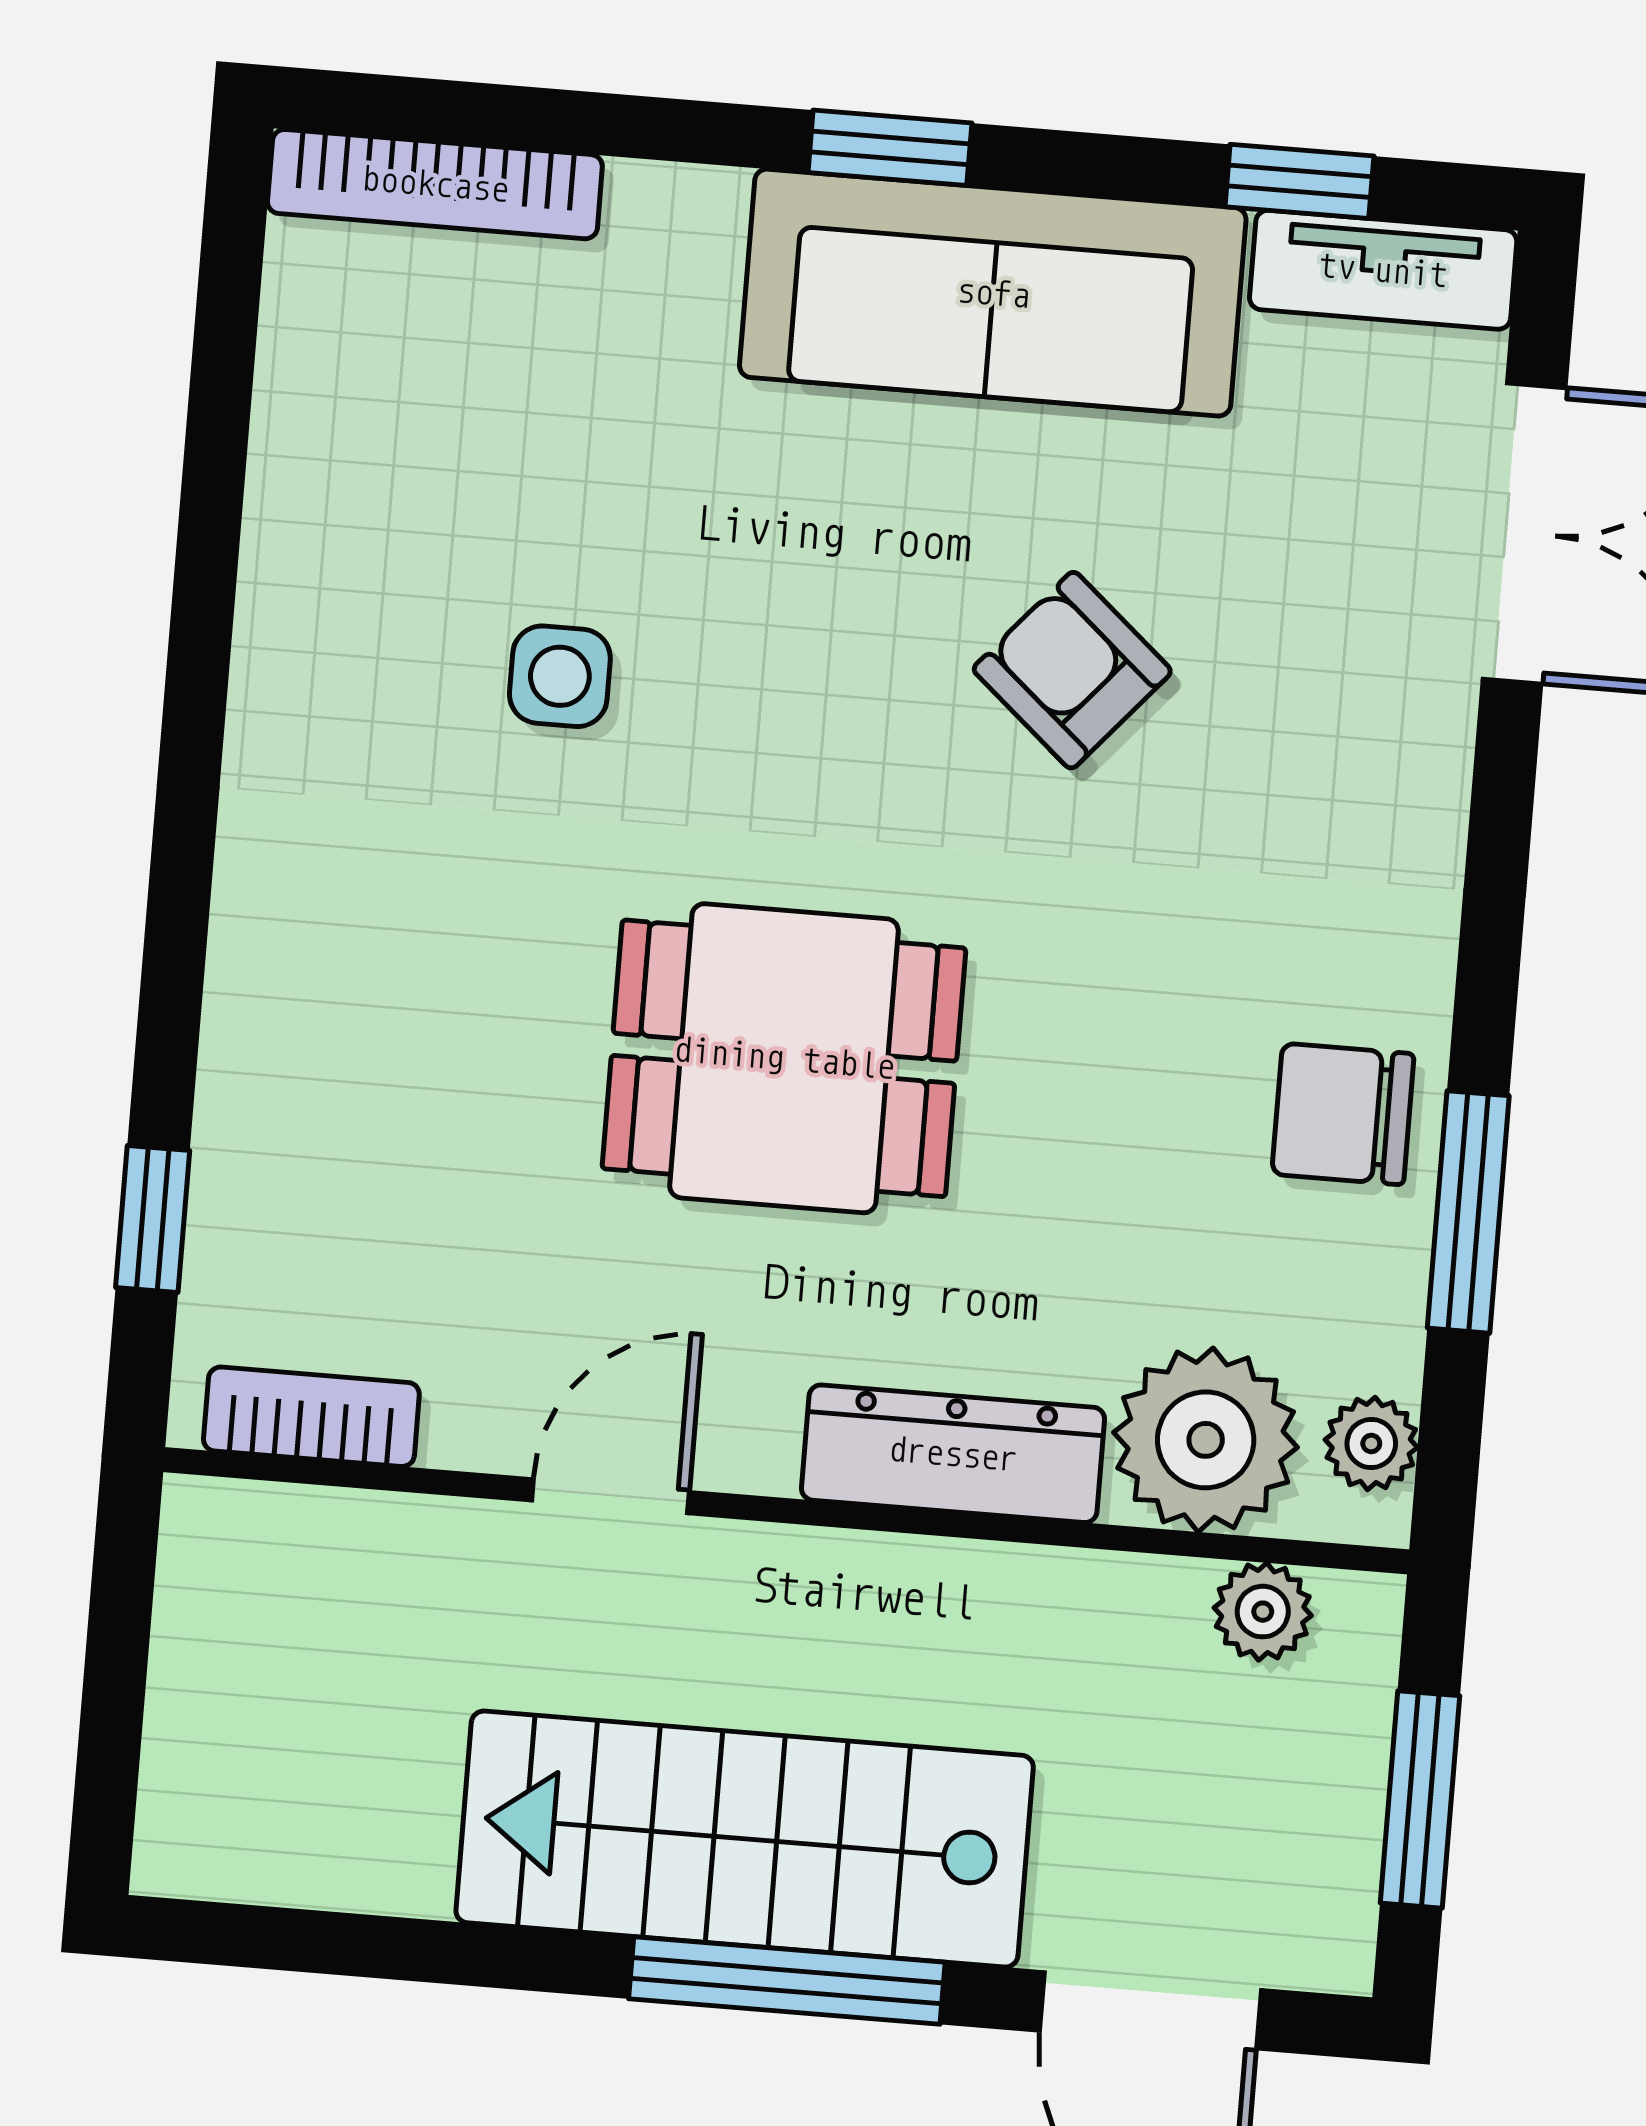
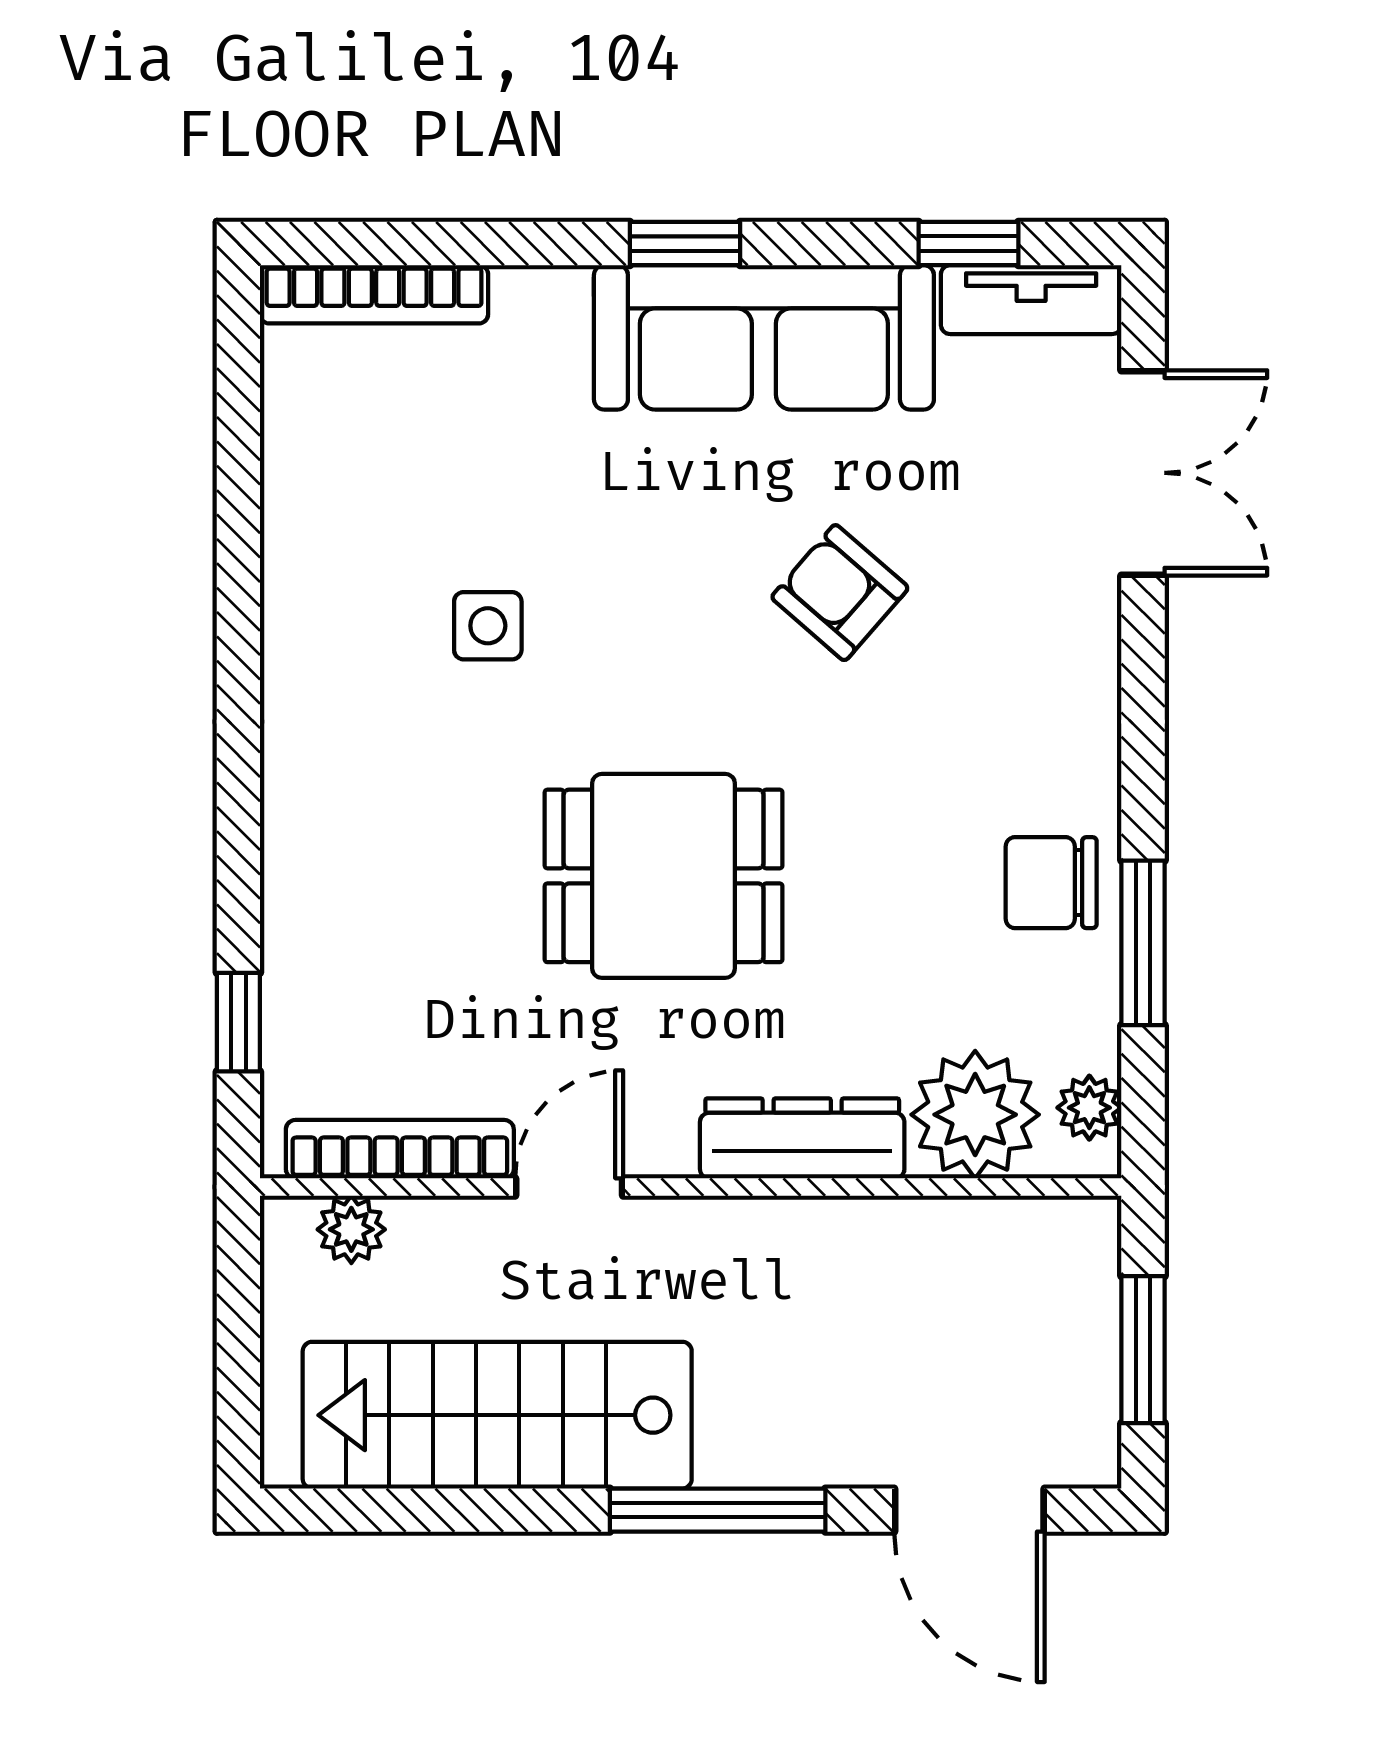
bookcase: (311, 1417) -> (400, 1149), width x1.56
plant: (1263, 1612) -> (351, 1229), moved
stairs: (745, 1839) -> (497, 1415), moved

